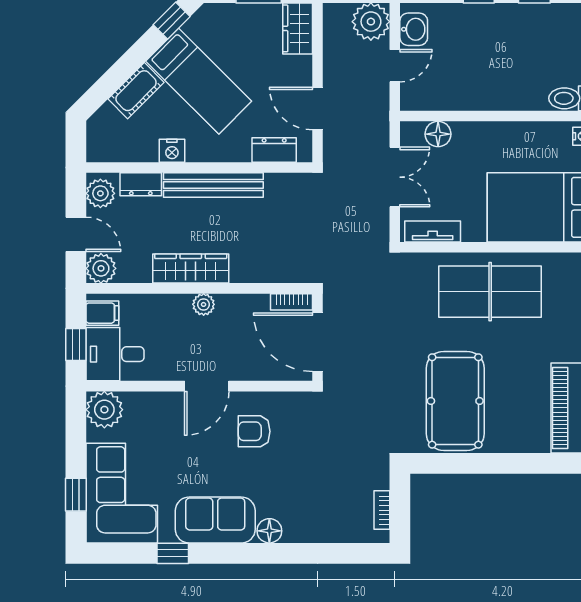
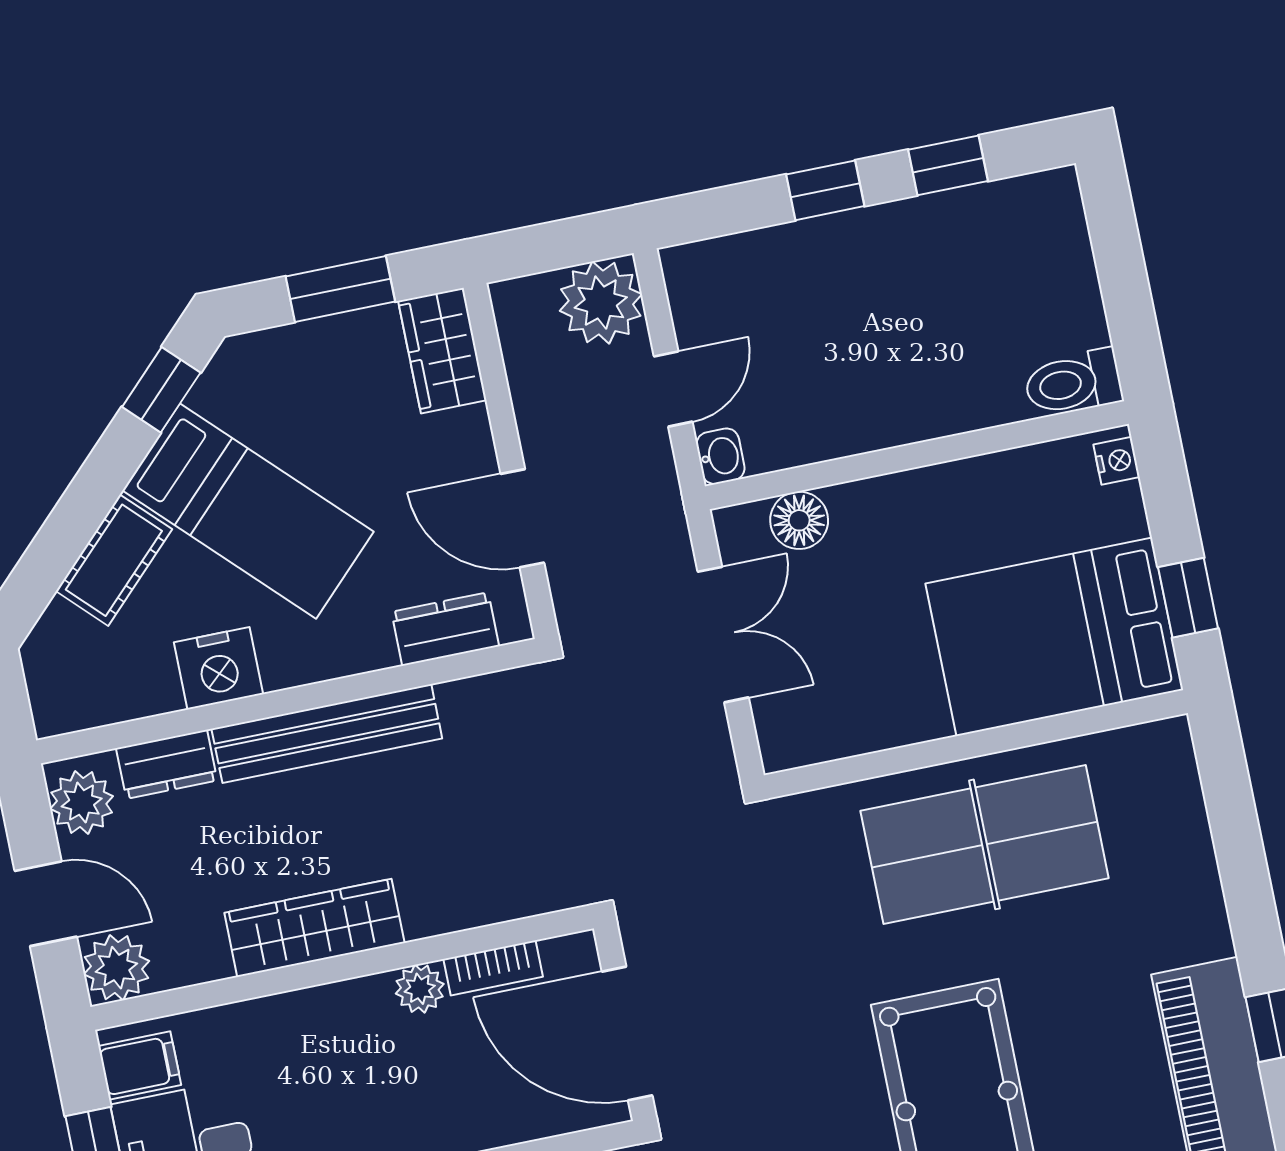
washbasin: (414, 29) -> (721, 456), moved, width x0.72, depth x0.69
nightstand: (172, 151) -> (219, 668), width x1.36, depth x1.33
tv unit: (433, 232) -> (831, 738), removed
bookcase: (292, 302) -> (493, 968), moved
plant: (204, 304) -> (420, 989), moved

